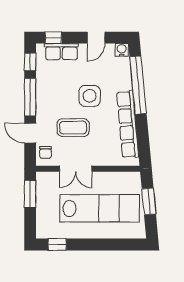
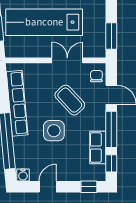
row of seats: (61, 52) -> (98, 148), moved, turned -90
coffee table: (73, 128) -> (70, 100), turned 47

